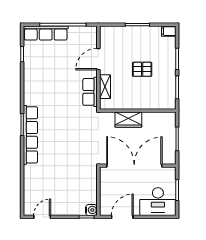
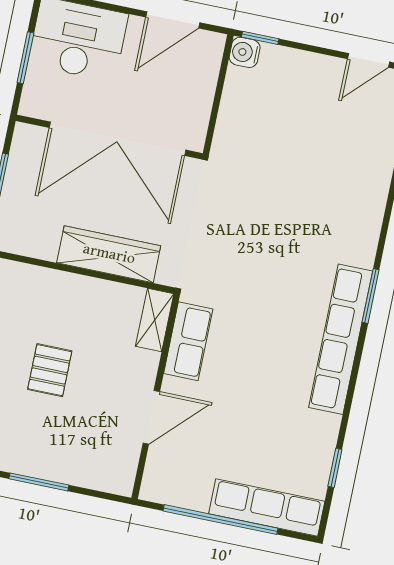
pallet: (142, 69) -> (50, 370), turned 90
shelving: (105, 87) -> (155, 320), moved
wardrobe: (128, 120) -> (109, 254), width x1.50
row of seats: (30, 135) -> (341, 339), moved

